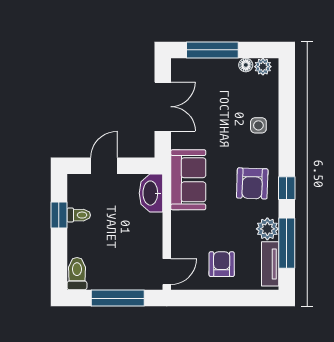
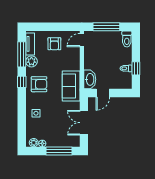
door: (104, 166) -> (103, 93), moved
armchair: (252, 183) -> (39, 84), turned 88

